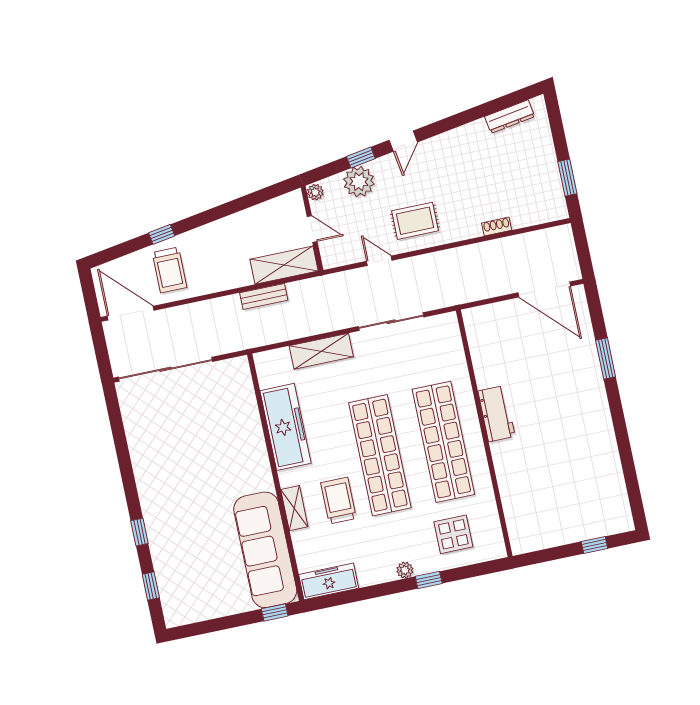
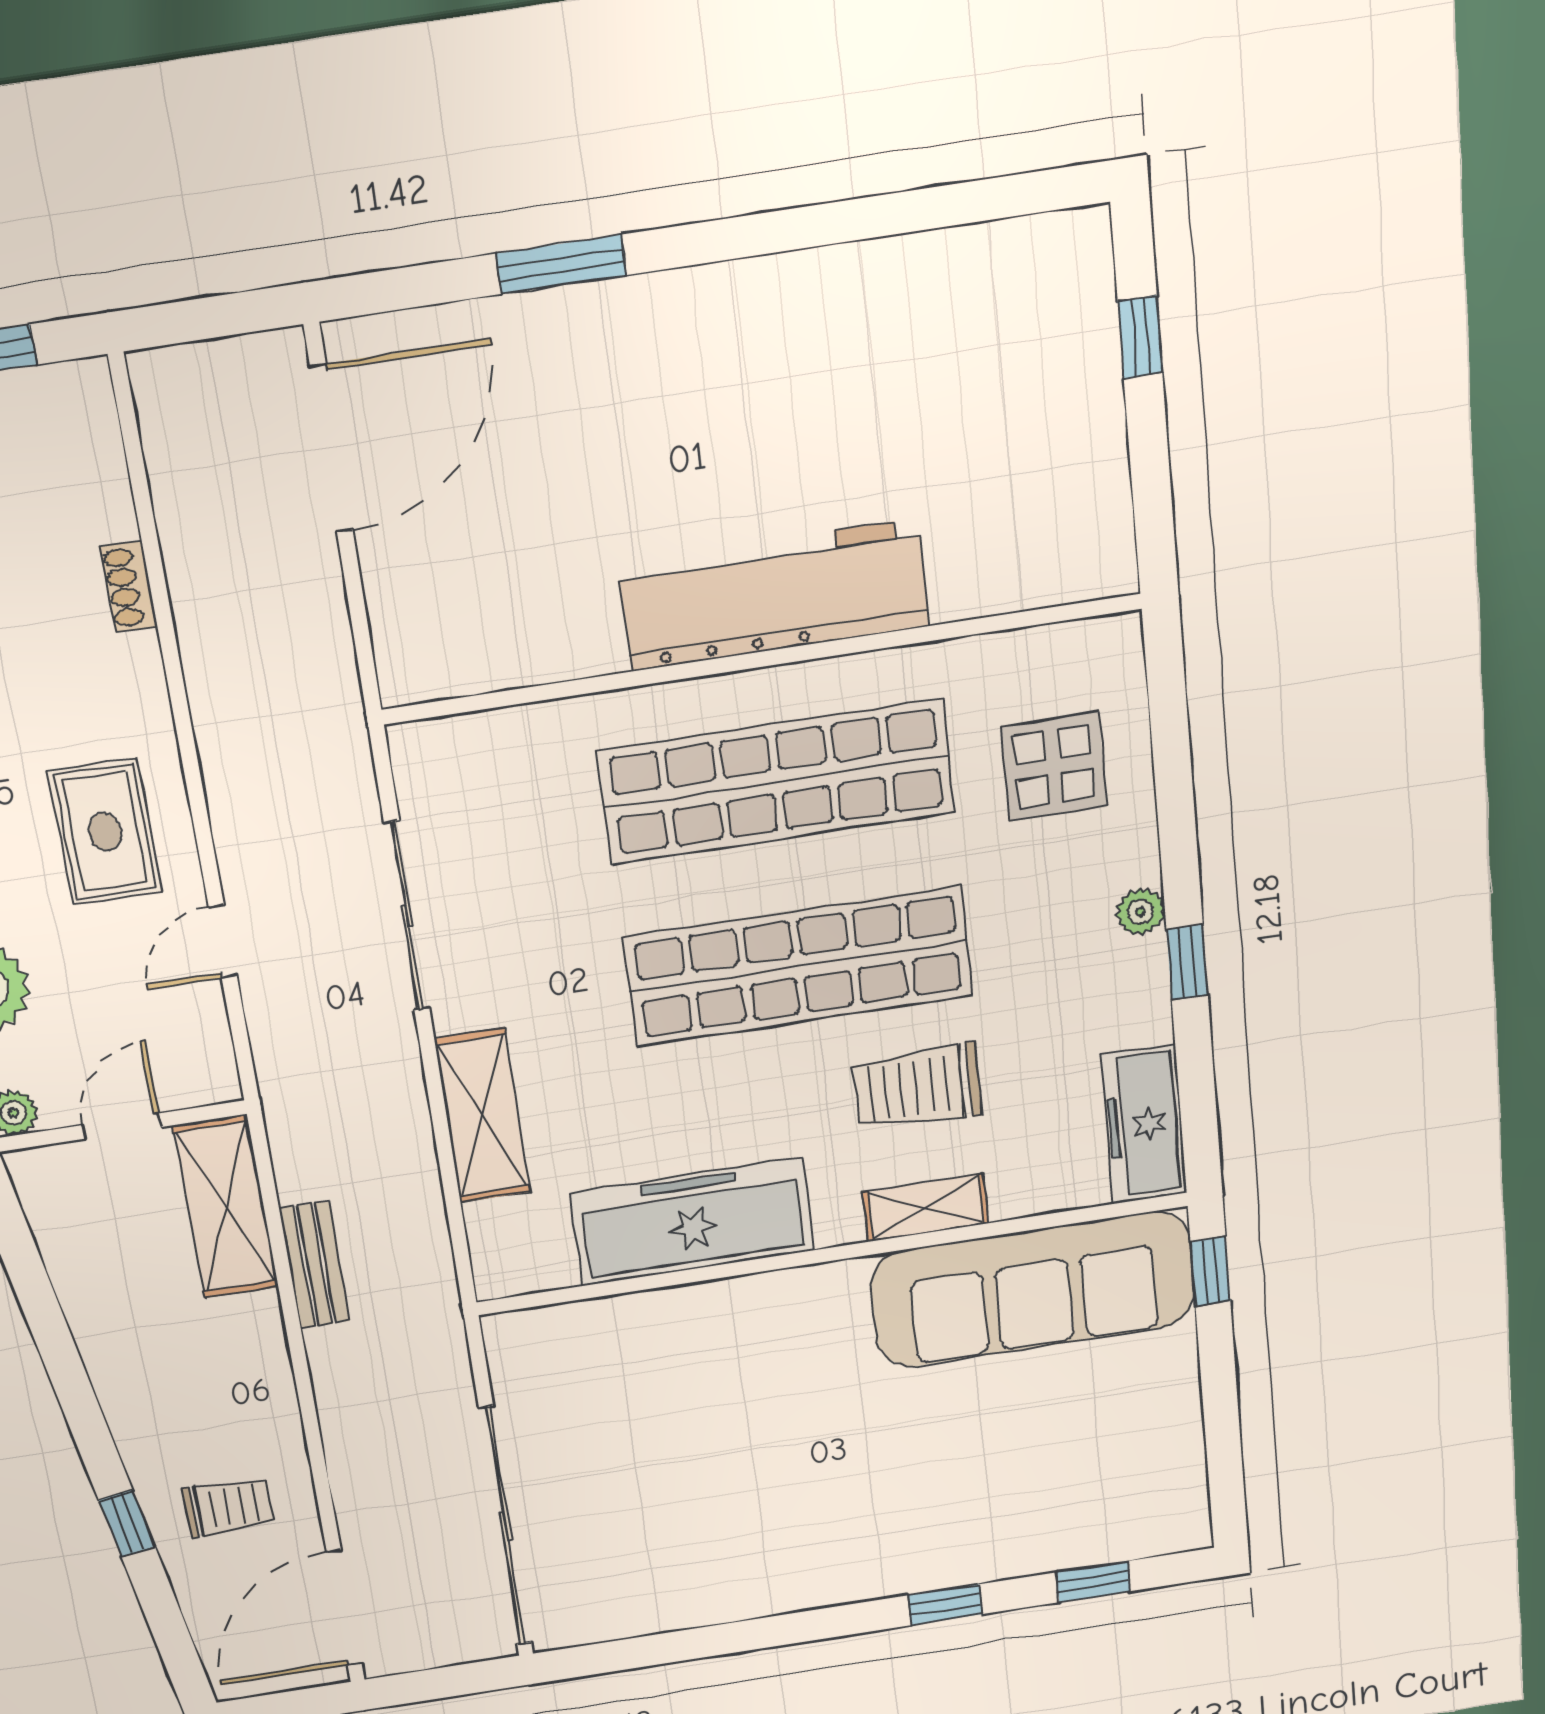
trolley: (169, 270) -> (228, 1507), width x0.73, depth x0.72
workbench: (496, 414) -> (774, 595), width x1.88, depth x1.32
window: (429, 580) -> (1187, 962), moved

